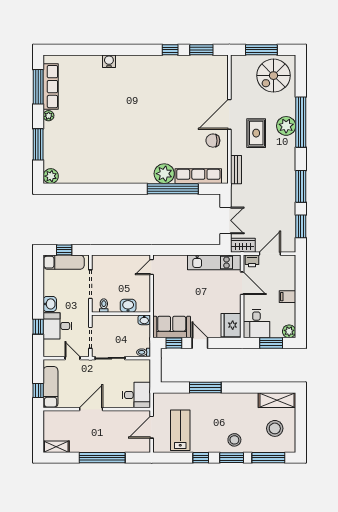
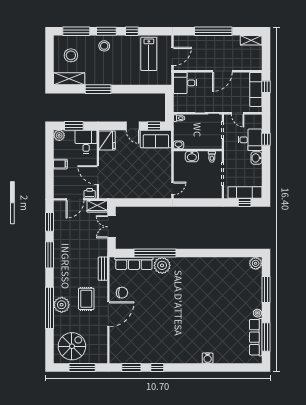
kitchen unit: (214, 262) -> (121, 192), removed
window: (205, 388) -> (98, 89), moved

